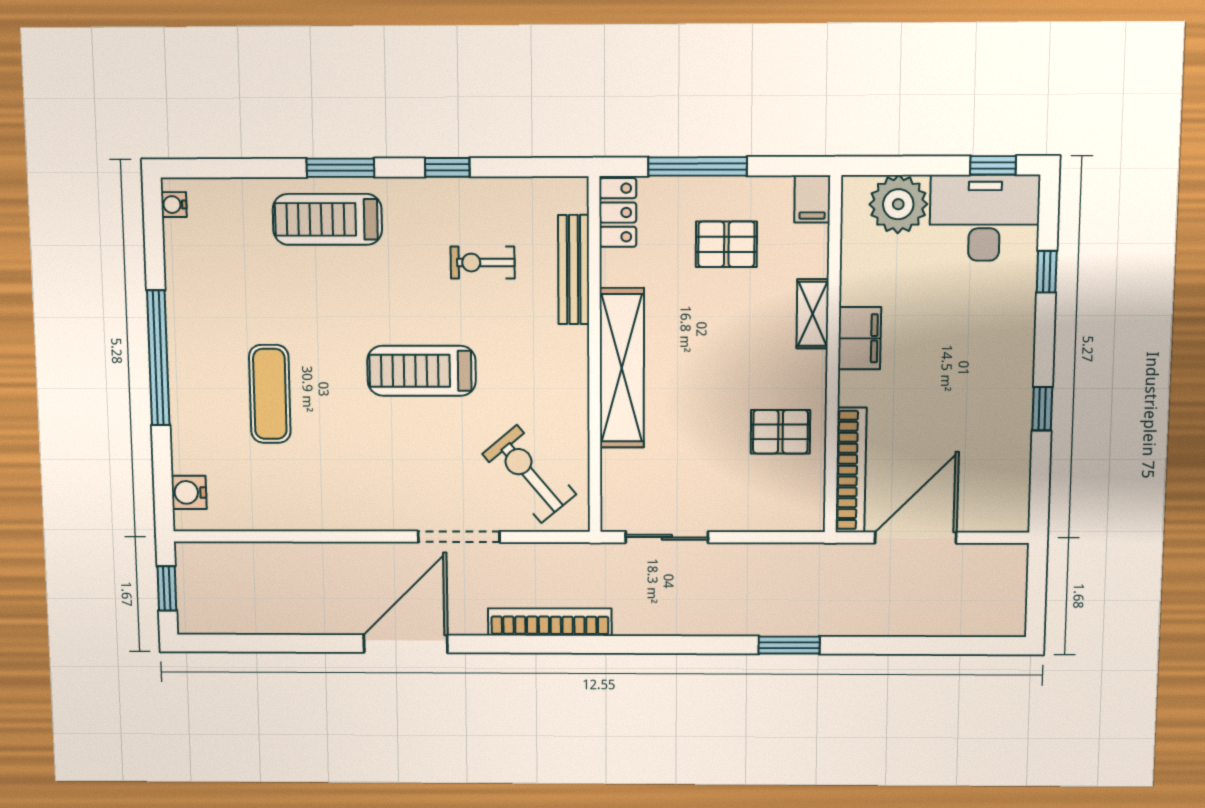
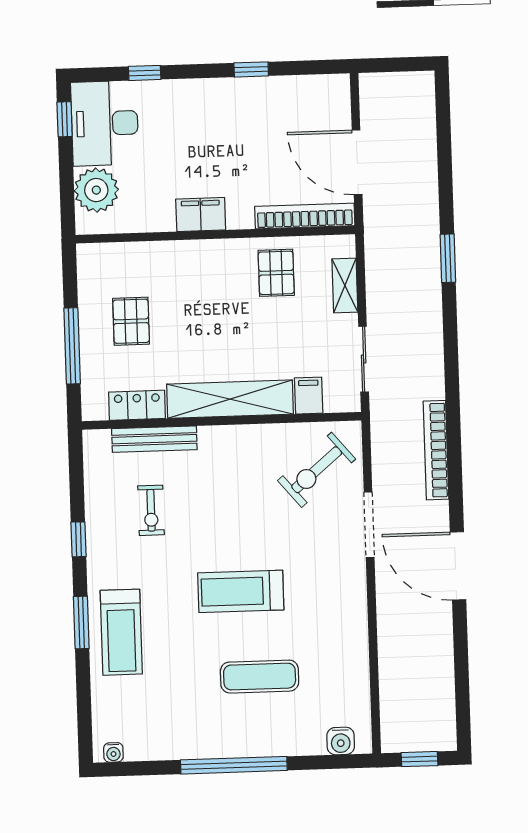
filing cabinet: (812, 199) -> (309, 396), moved, turned -90
locker: (618, 213) -> (137, 405), moved
shelving: (813, 314) -> (345, 285), moved, turned 90
treadmill: (422, 371) -> (241, 591), moved, turned 90

